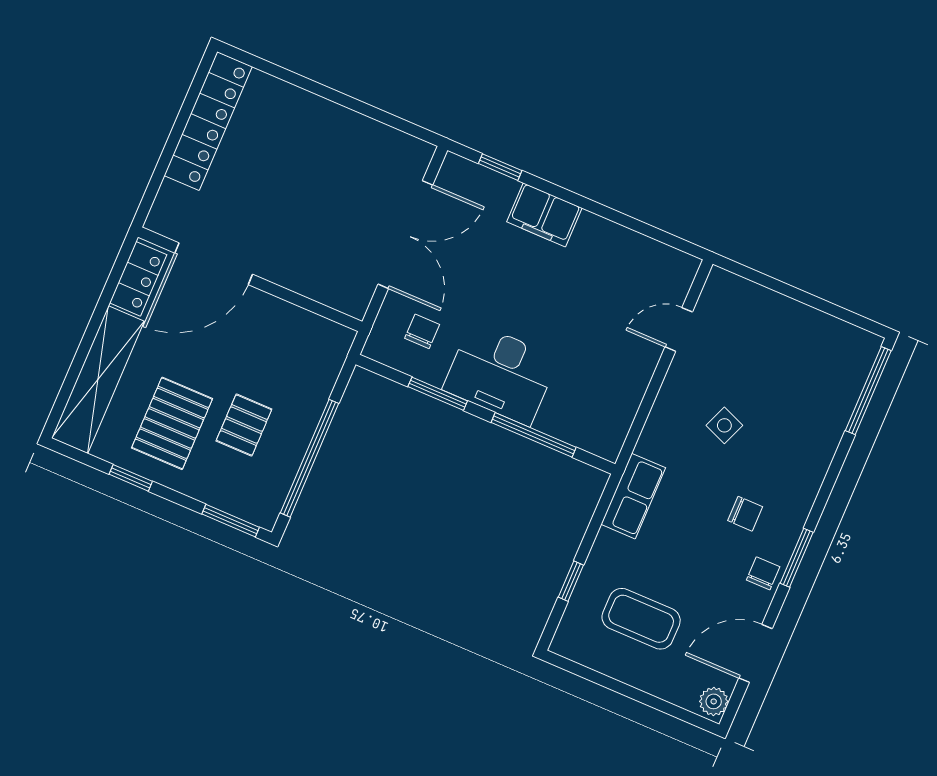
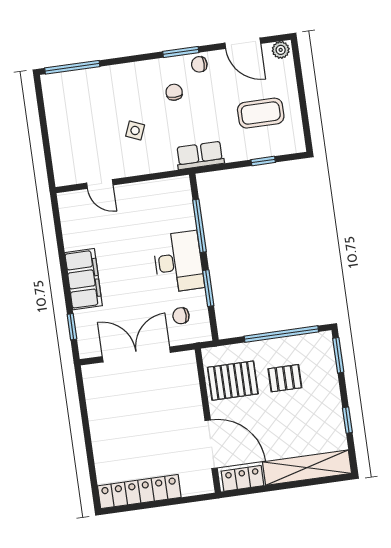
filing cabinet: (544, 215) -> (84, 279), width x1.50, depth x1.17
pallet: (172, 423) -> (233, 381), moved
coffee table: (641, 619) -> (261, 113), turned 90

